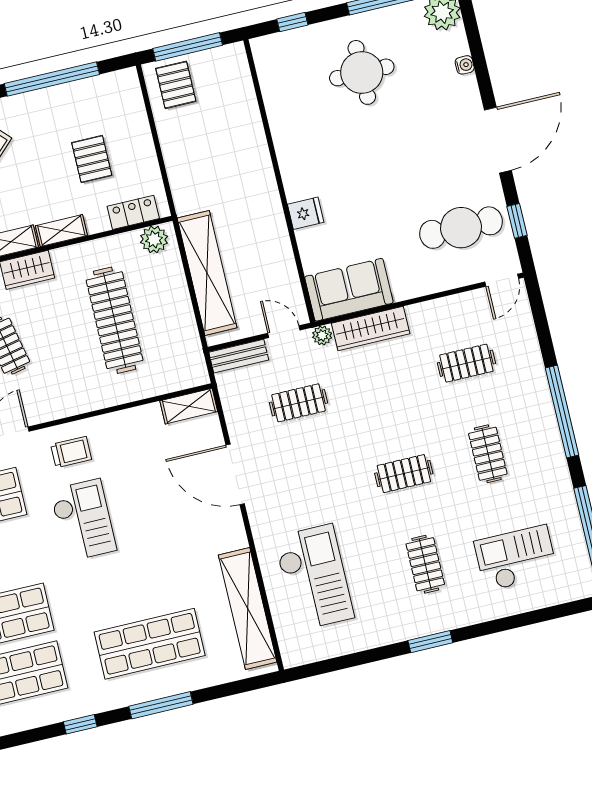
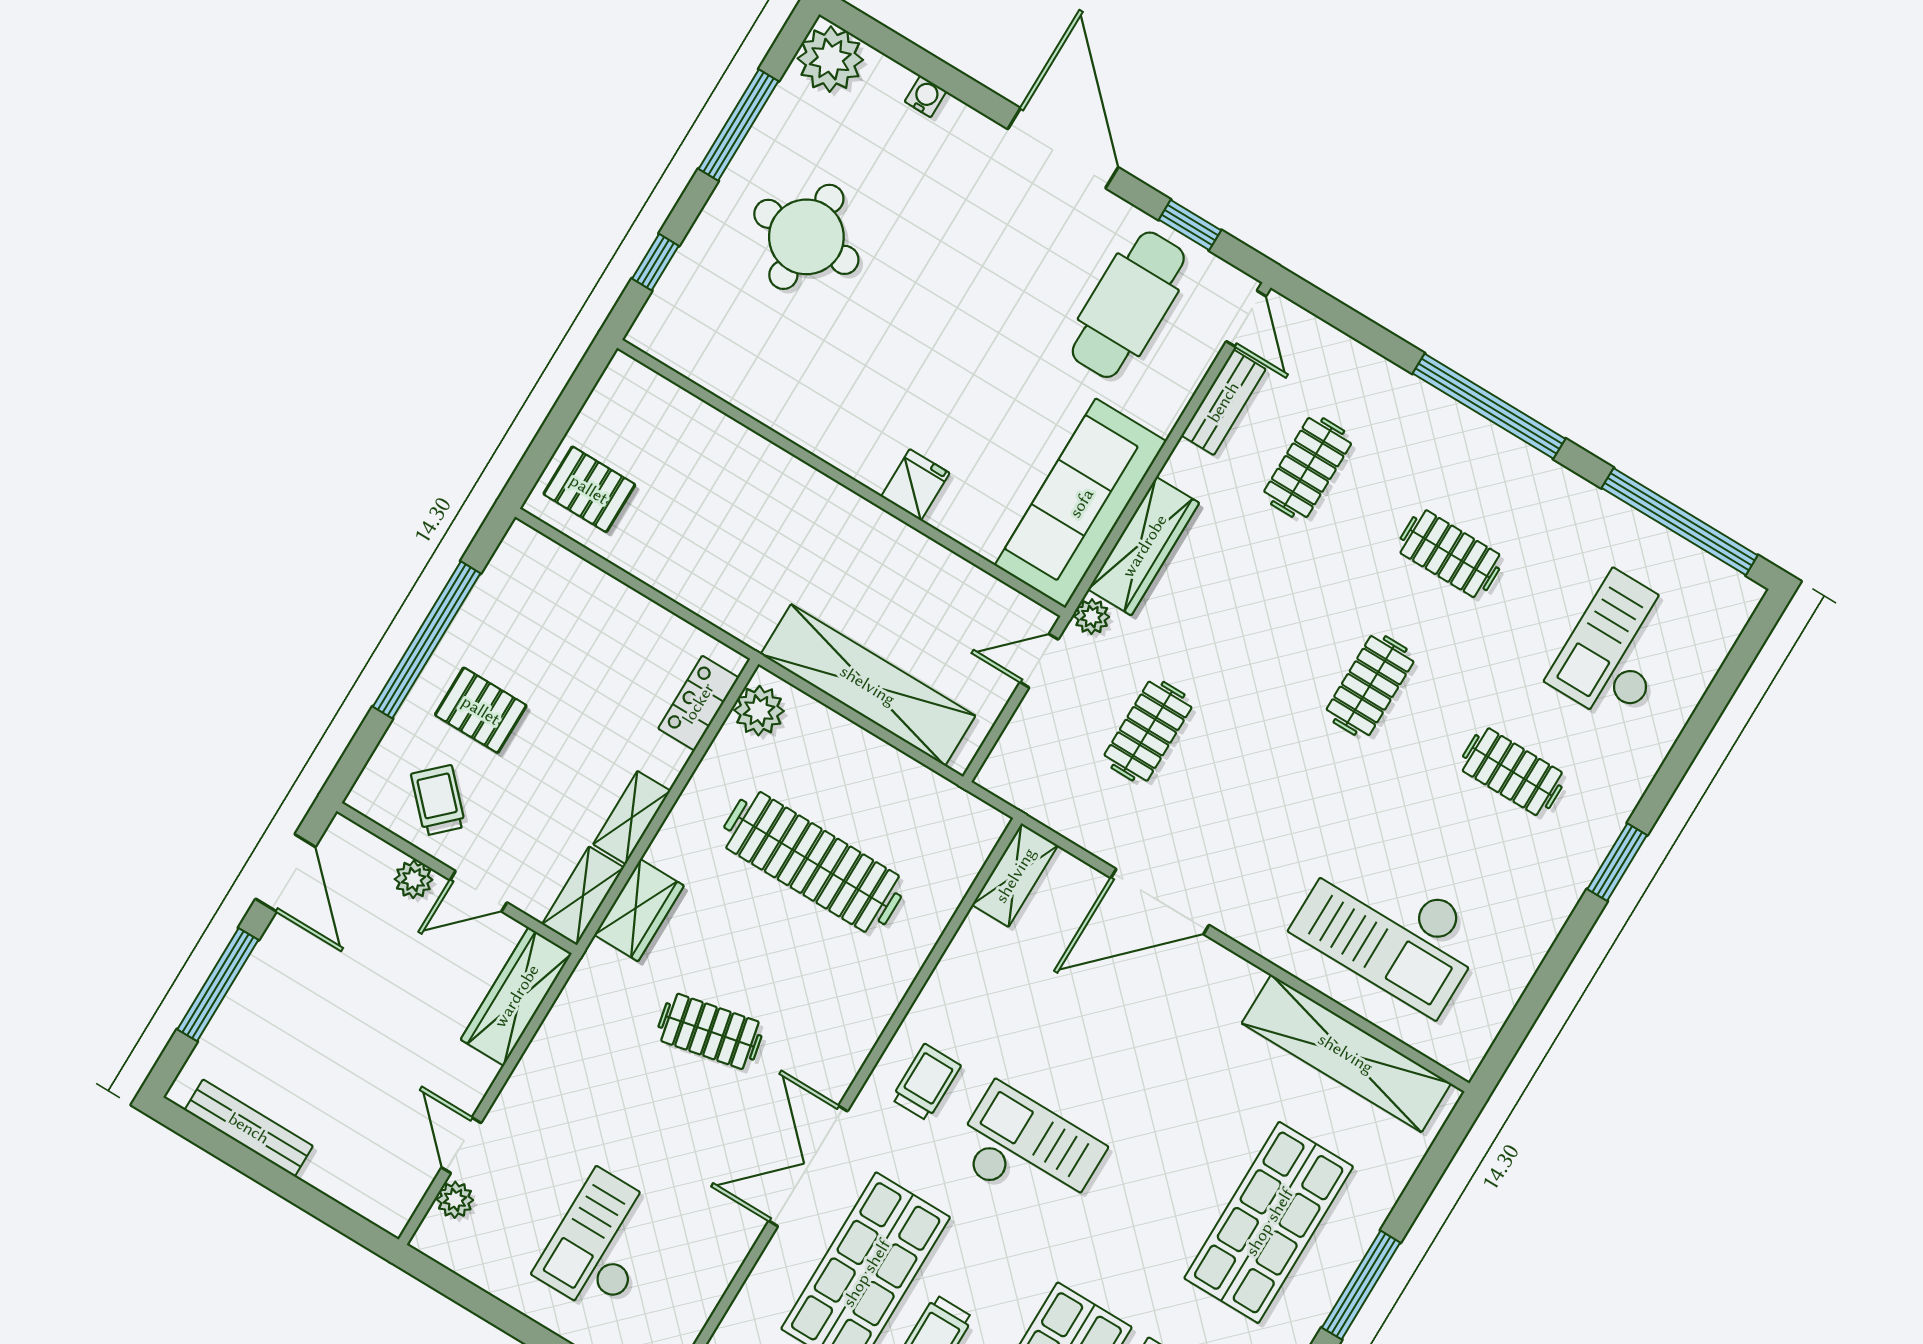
window: (188, 47) -> (556, 427), removed
pallet: (92, 159) -> (481, 710), moved
sofa: (349, 290) -> (1081, 503), width x1.36
bench: (239, 356) -> (1223, 402), moved
checkout: (314, 577) -> (1390, 930), turned 180

